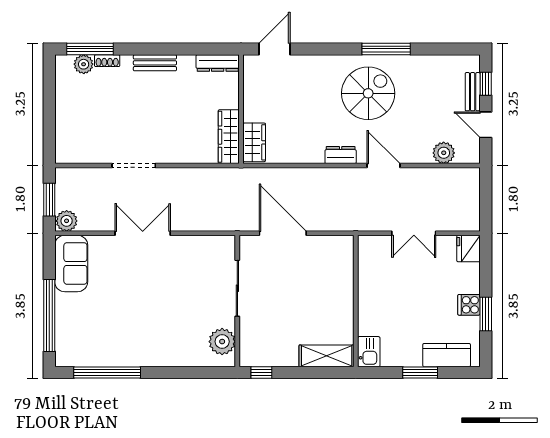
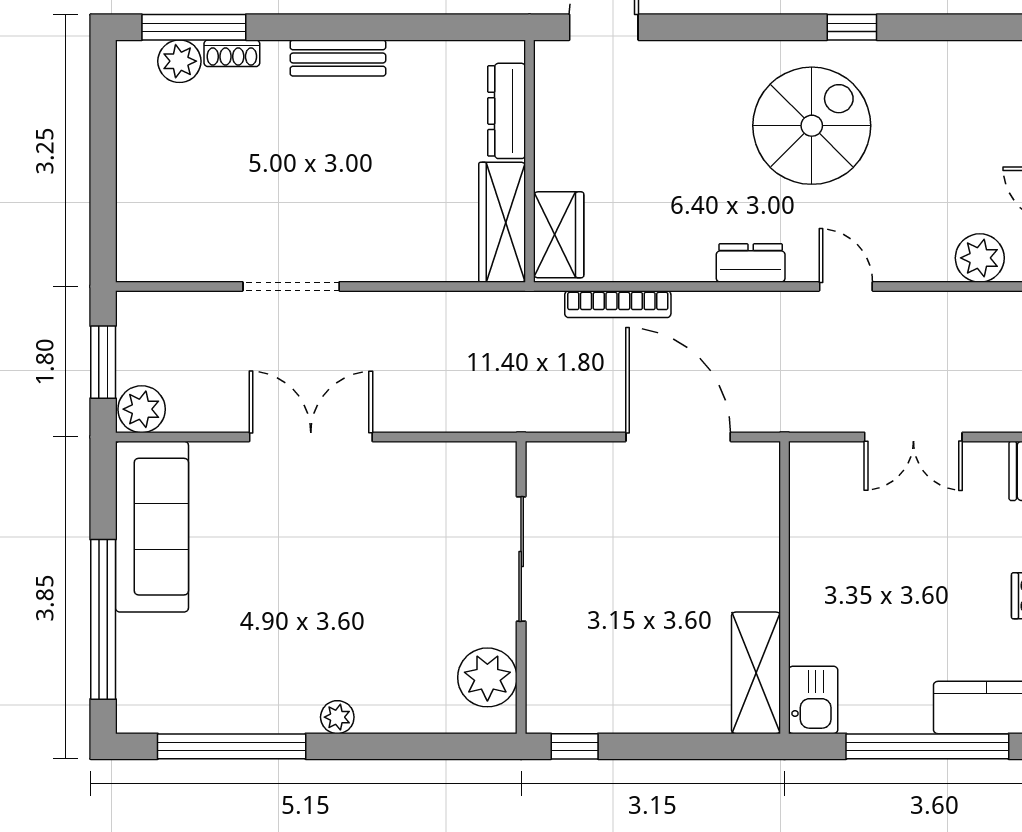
window: (386, 49) -> (852, 27), width x0.46
dresser: (218, 63) -> (507, 111), moved, turned 90
door: (383, 166) -> (846, 286), width x0.73
bookcase: (281, 174) -> (618, 304), added
door: (283, 233) -> (678, 437), moved
sofa: (71, 263) -> (152, 527), width x1.36
shelving: (327, 356) -> (756, 673), moved, turned 90
plant: (155, 359) -> (337, 717), added
window: (420, 373) -> (927, 746), width x2.11

